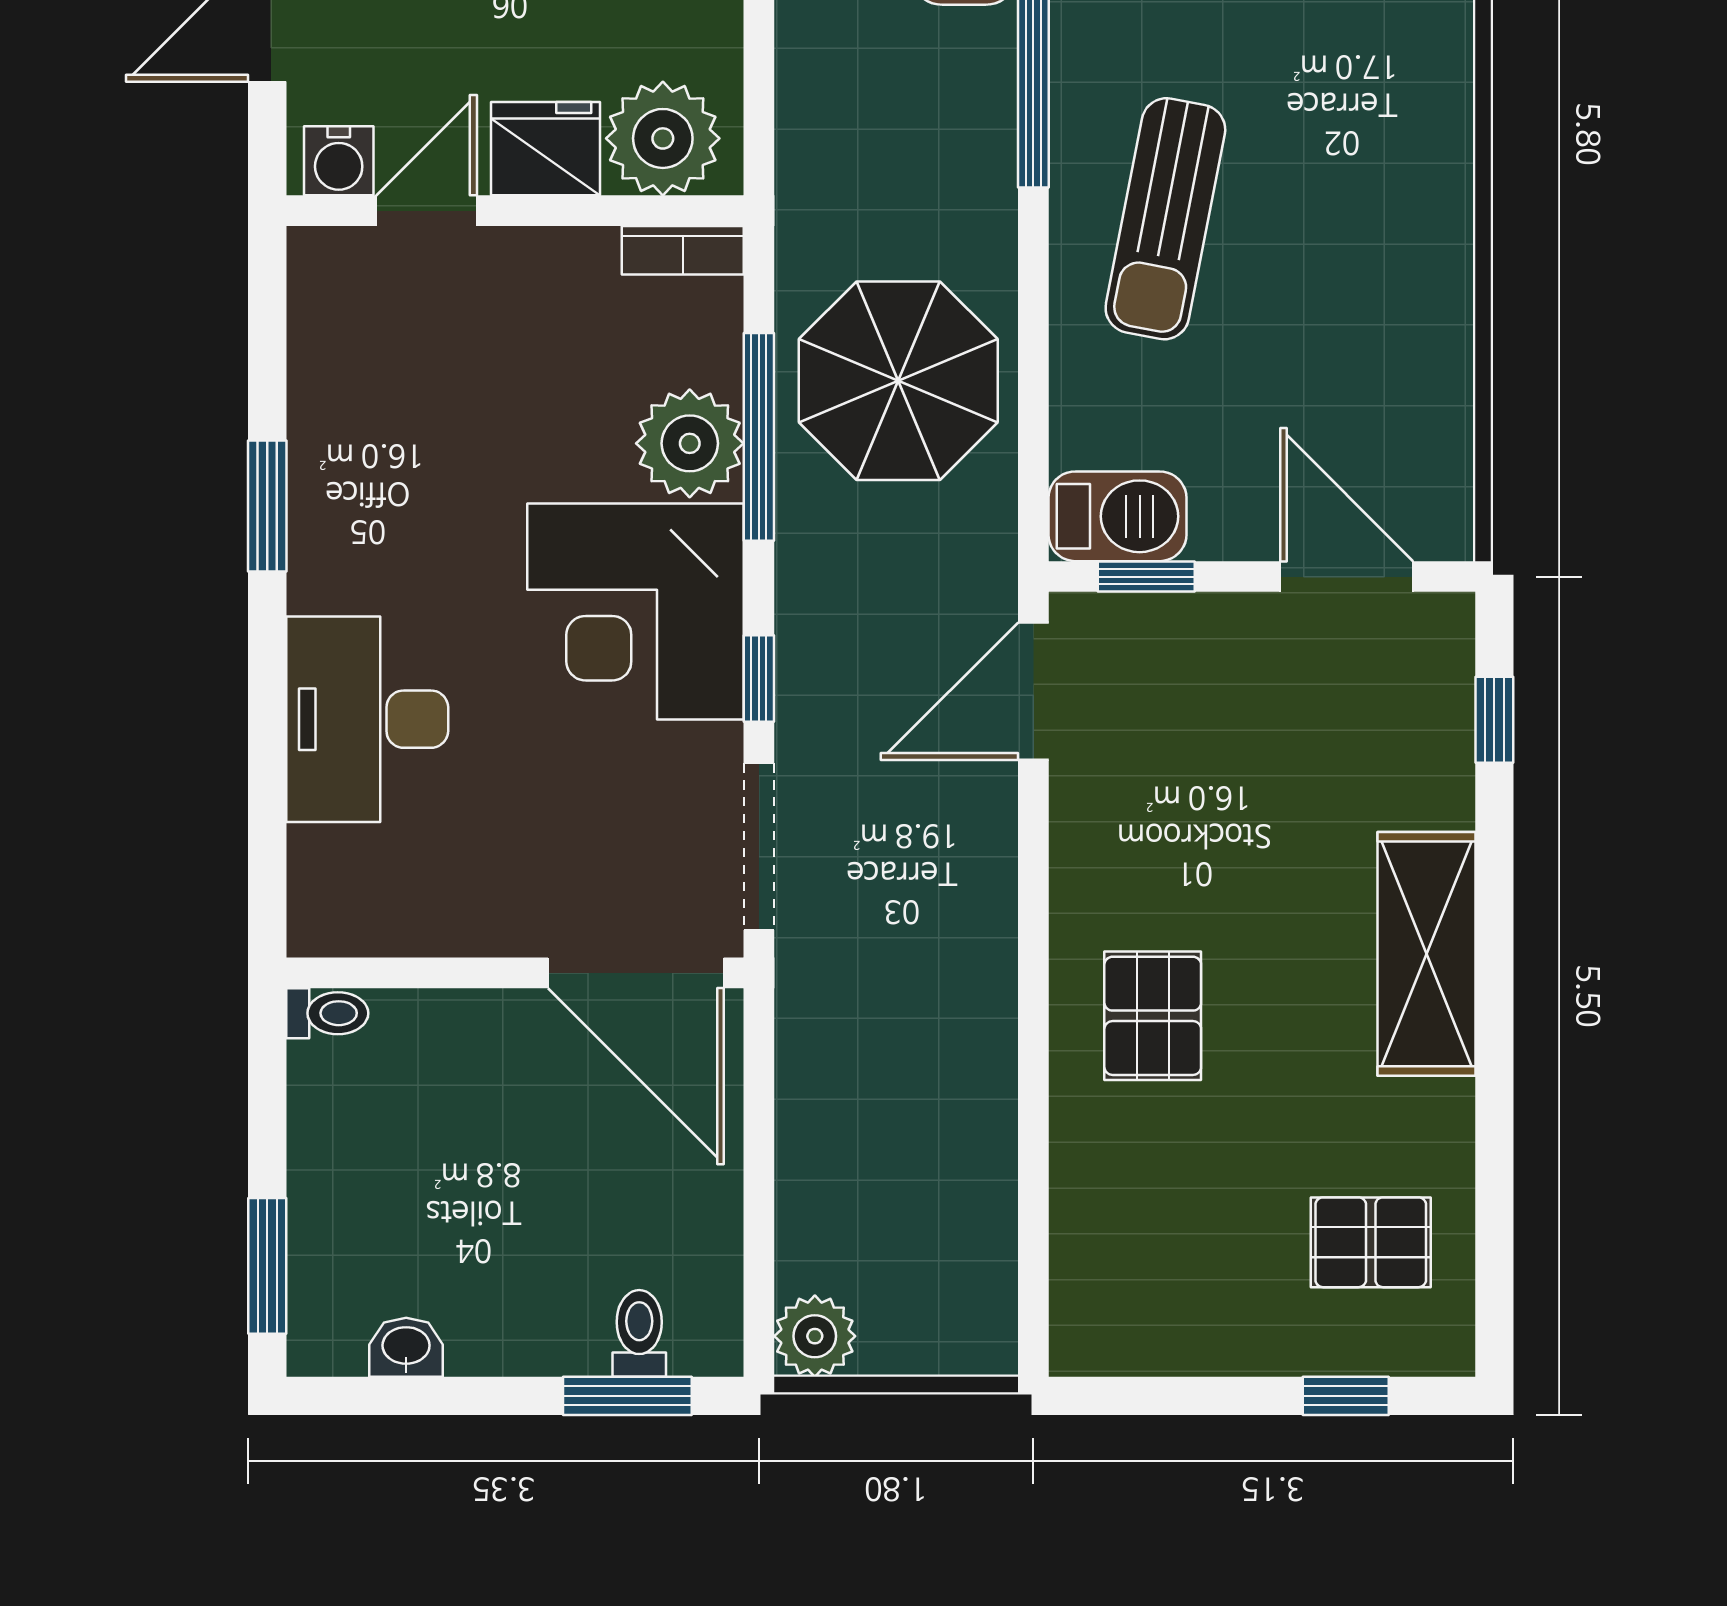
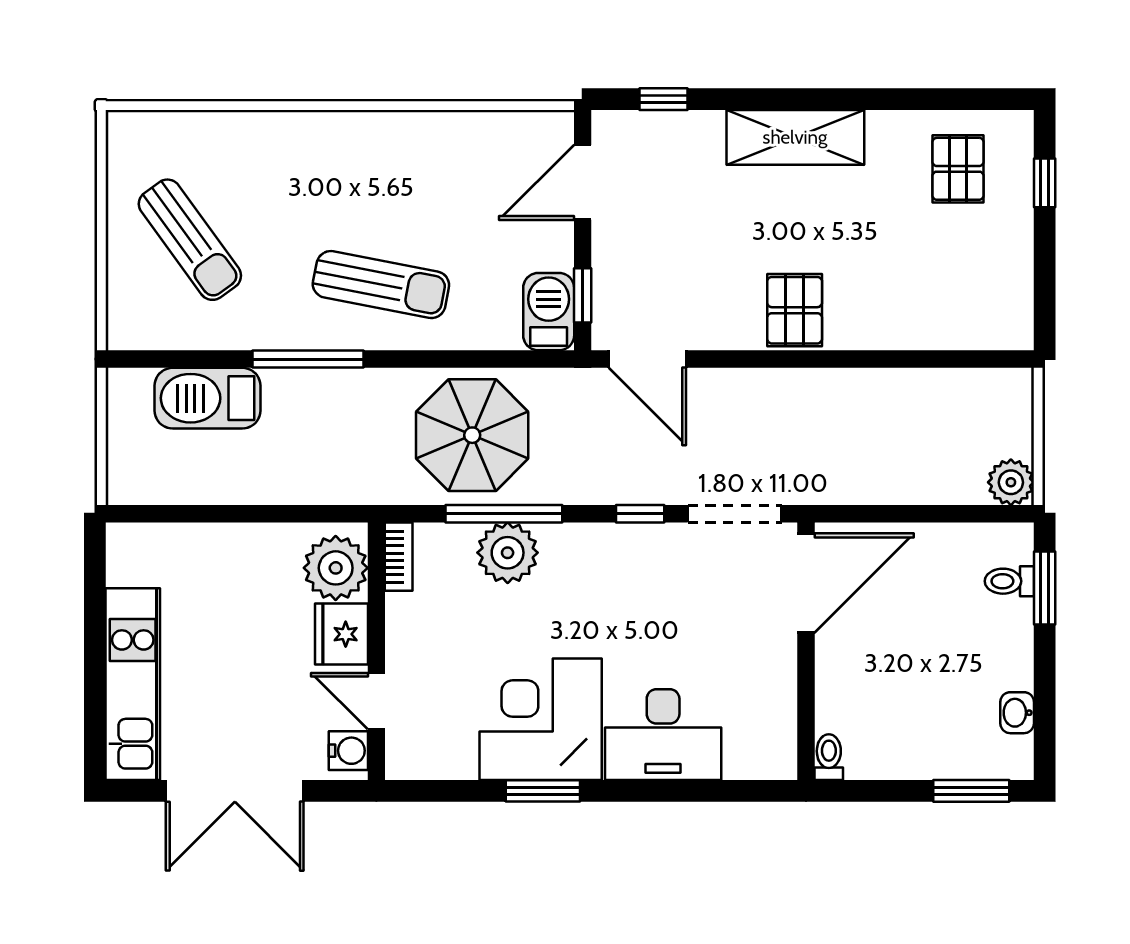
corner desk: (636, 611) -> (541, 719), moved, turned 180
pallet: (1153, 1016) -> (795, 310), moved, turned 90

